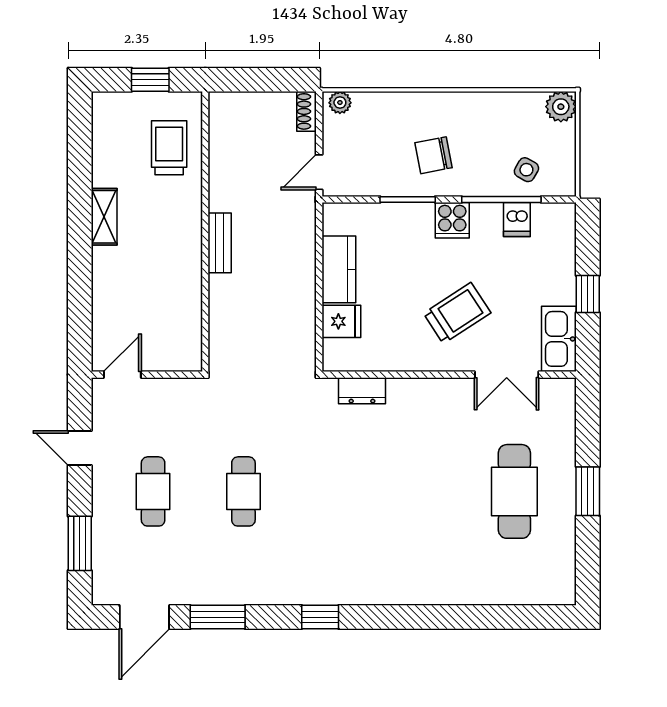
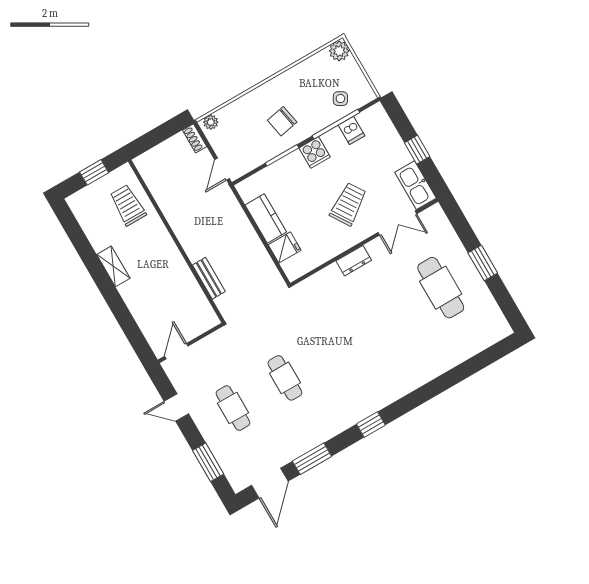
bench: (220, 243) -> (209, 278), moved
dresser: (362, 391) -> (354, 261), moved

